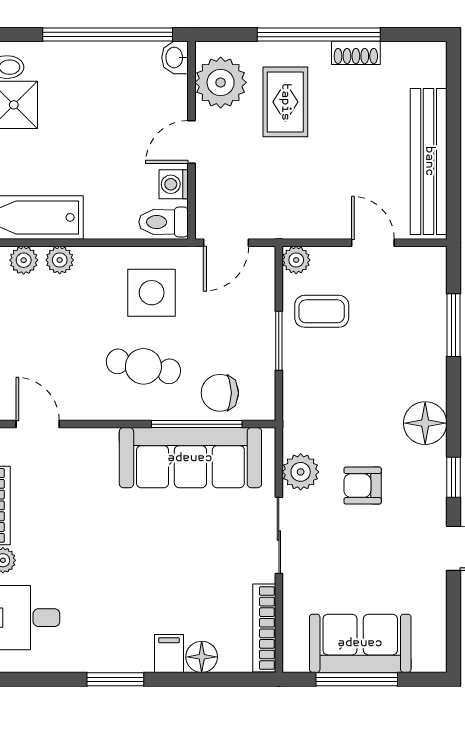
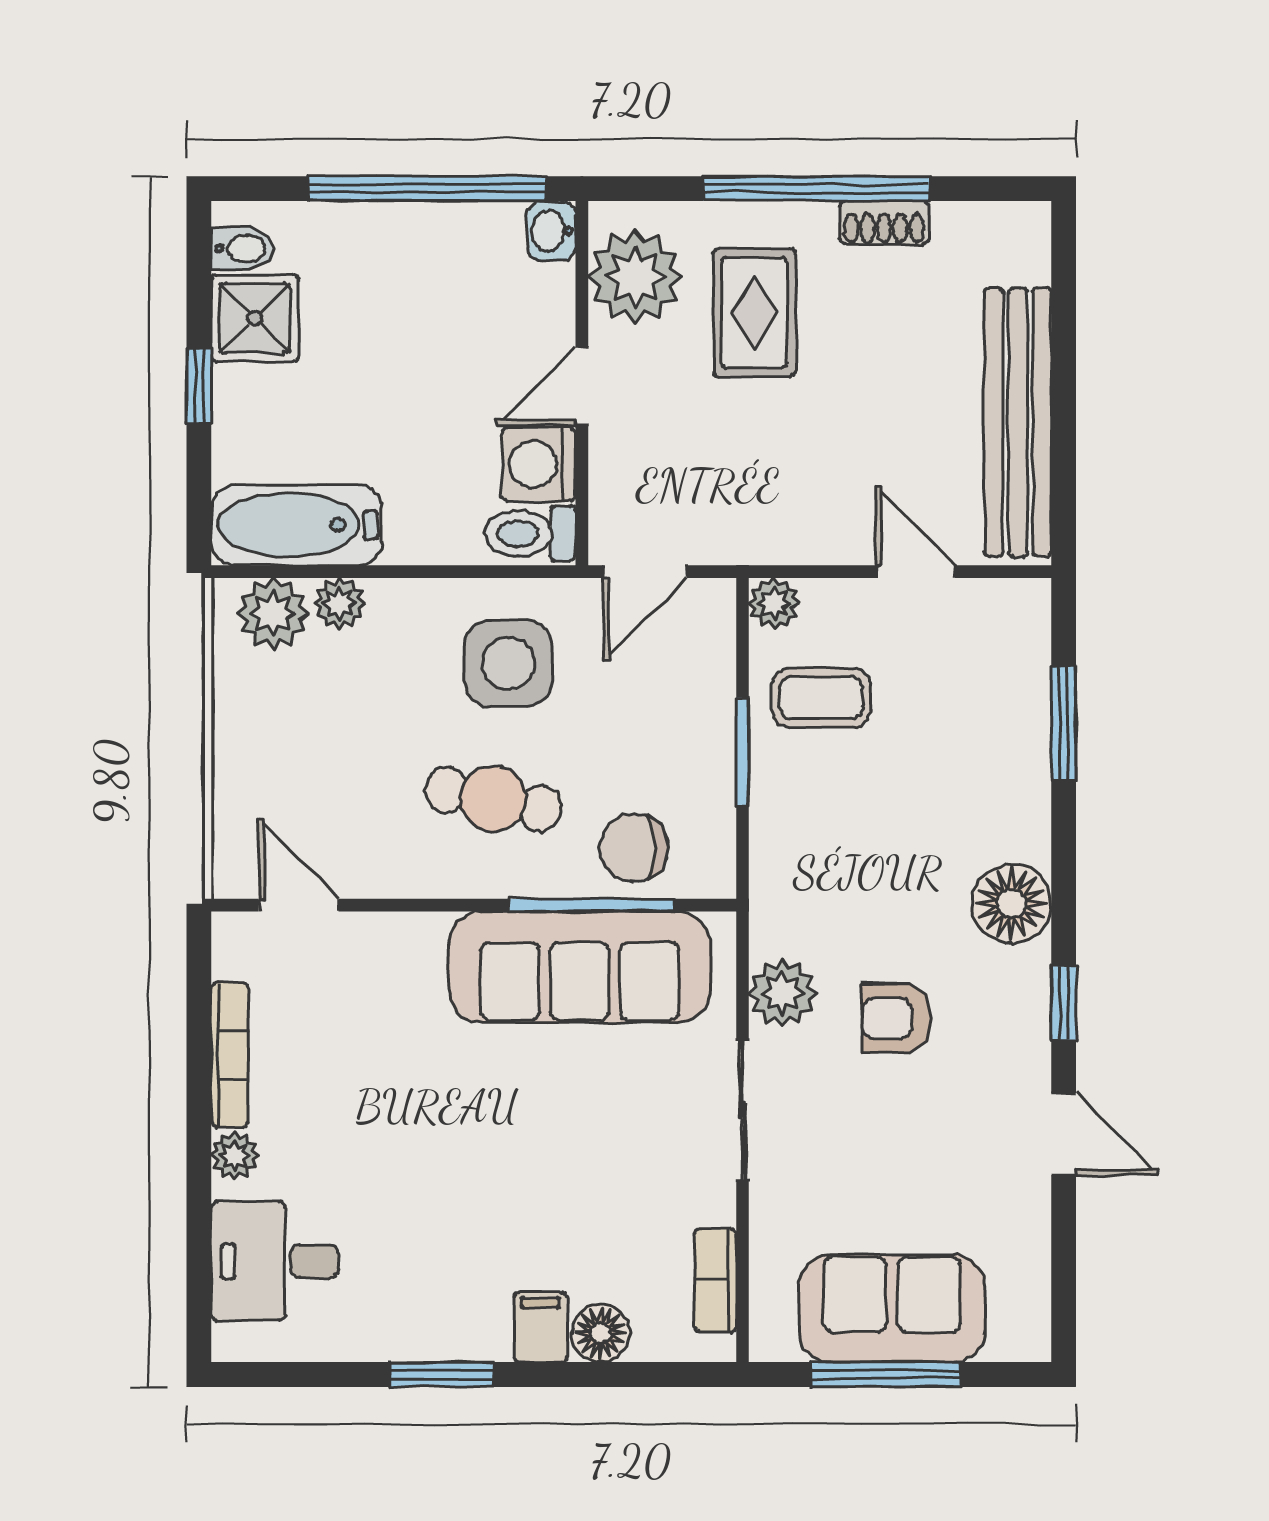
washing machine: (174, 184) -> (539, 464), width x1.38, depth x1.38
plant: (24, 260) -> (273, 614), width x1.38, depth x1.38
bookcase: (264, 628) -> (716, 1280), width x0.64

